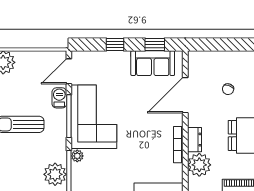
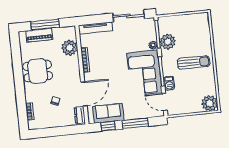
window: (115, 44) -> (135, 123), width x2.17
door: (69, 71) -> (165, 102), swing flipped
dresser: (195, 140) -> (80, 115), moved
plant: (55, 174) -> (168, 42), moved

